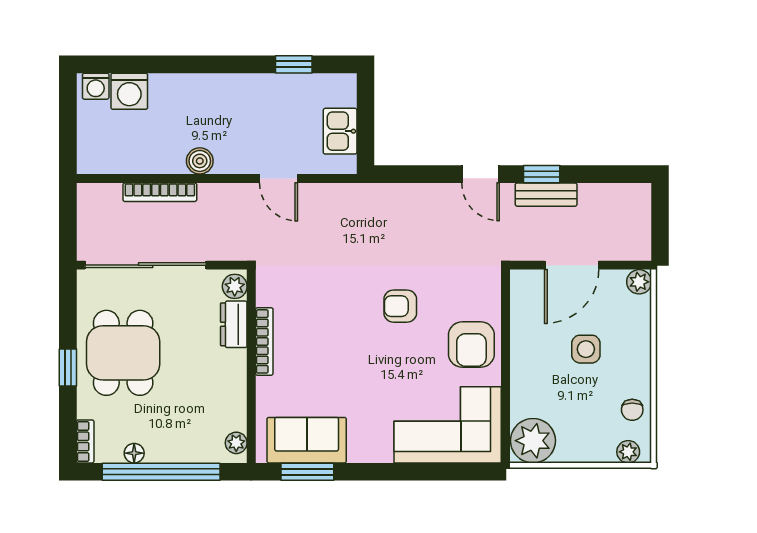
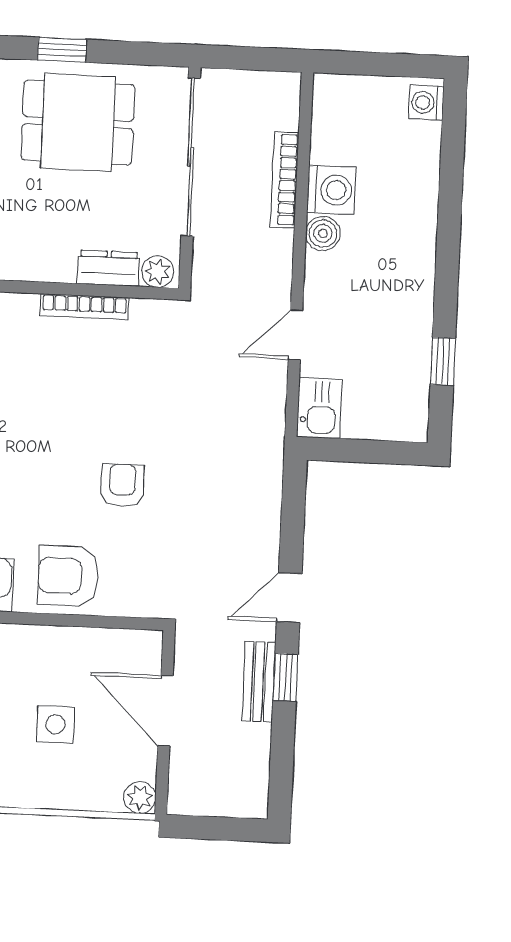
washing machine: (129, 91) -> (331, 190), moved, turned 180
kitchen sink: (340, 131) -> (319, 408), moved, turned 90

